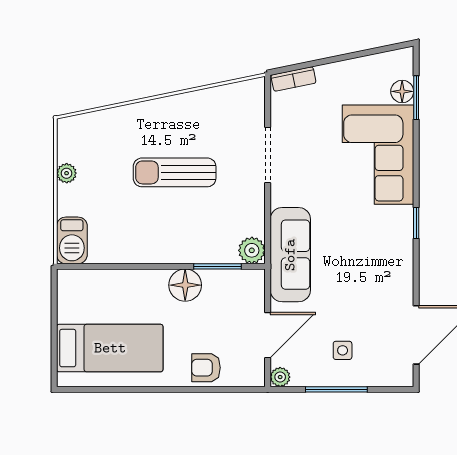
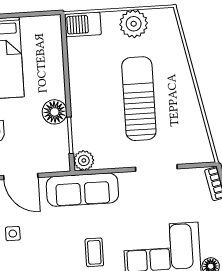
sun lounger: (175, 172) -> (139, 99), width x1.36, depth x1.34
plant: (67, 173) -> (134, 24), width x1.88, depth x1.88
coffee table: (374, 244) -> (94, 252), added

